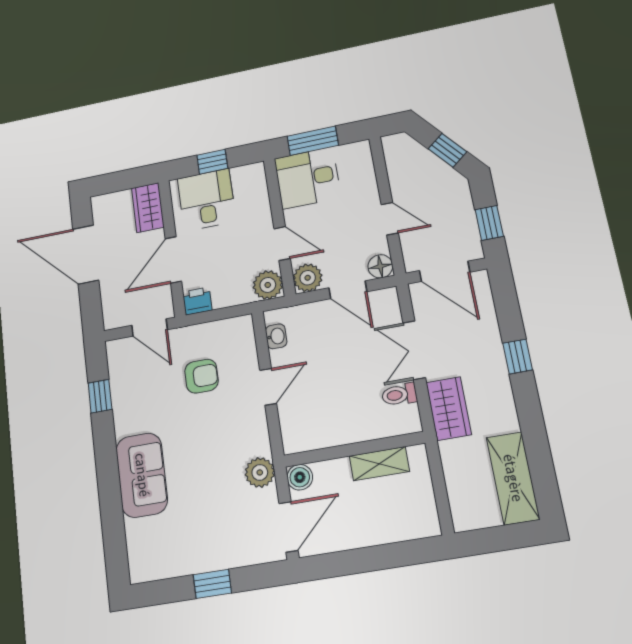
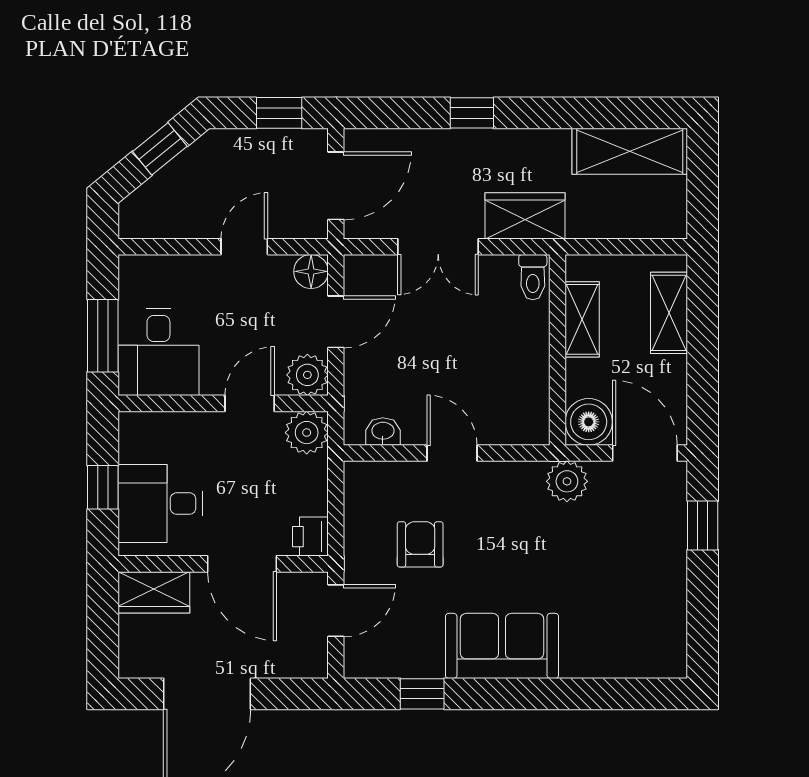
toilet: (399, 395) -> (533, 277), moved
sofa: (142, 475) -> (502, 646), moved
boiler: (300, 477) -> (589, 422), width x1.36, depth x1.36
shelving: (396, 528) -> (669, 313), added
window: (212, 584) -> (703, 525), moved

